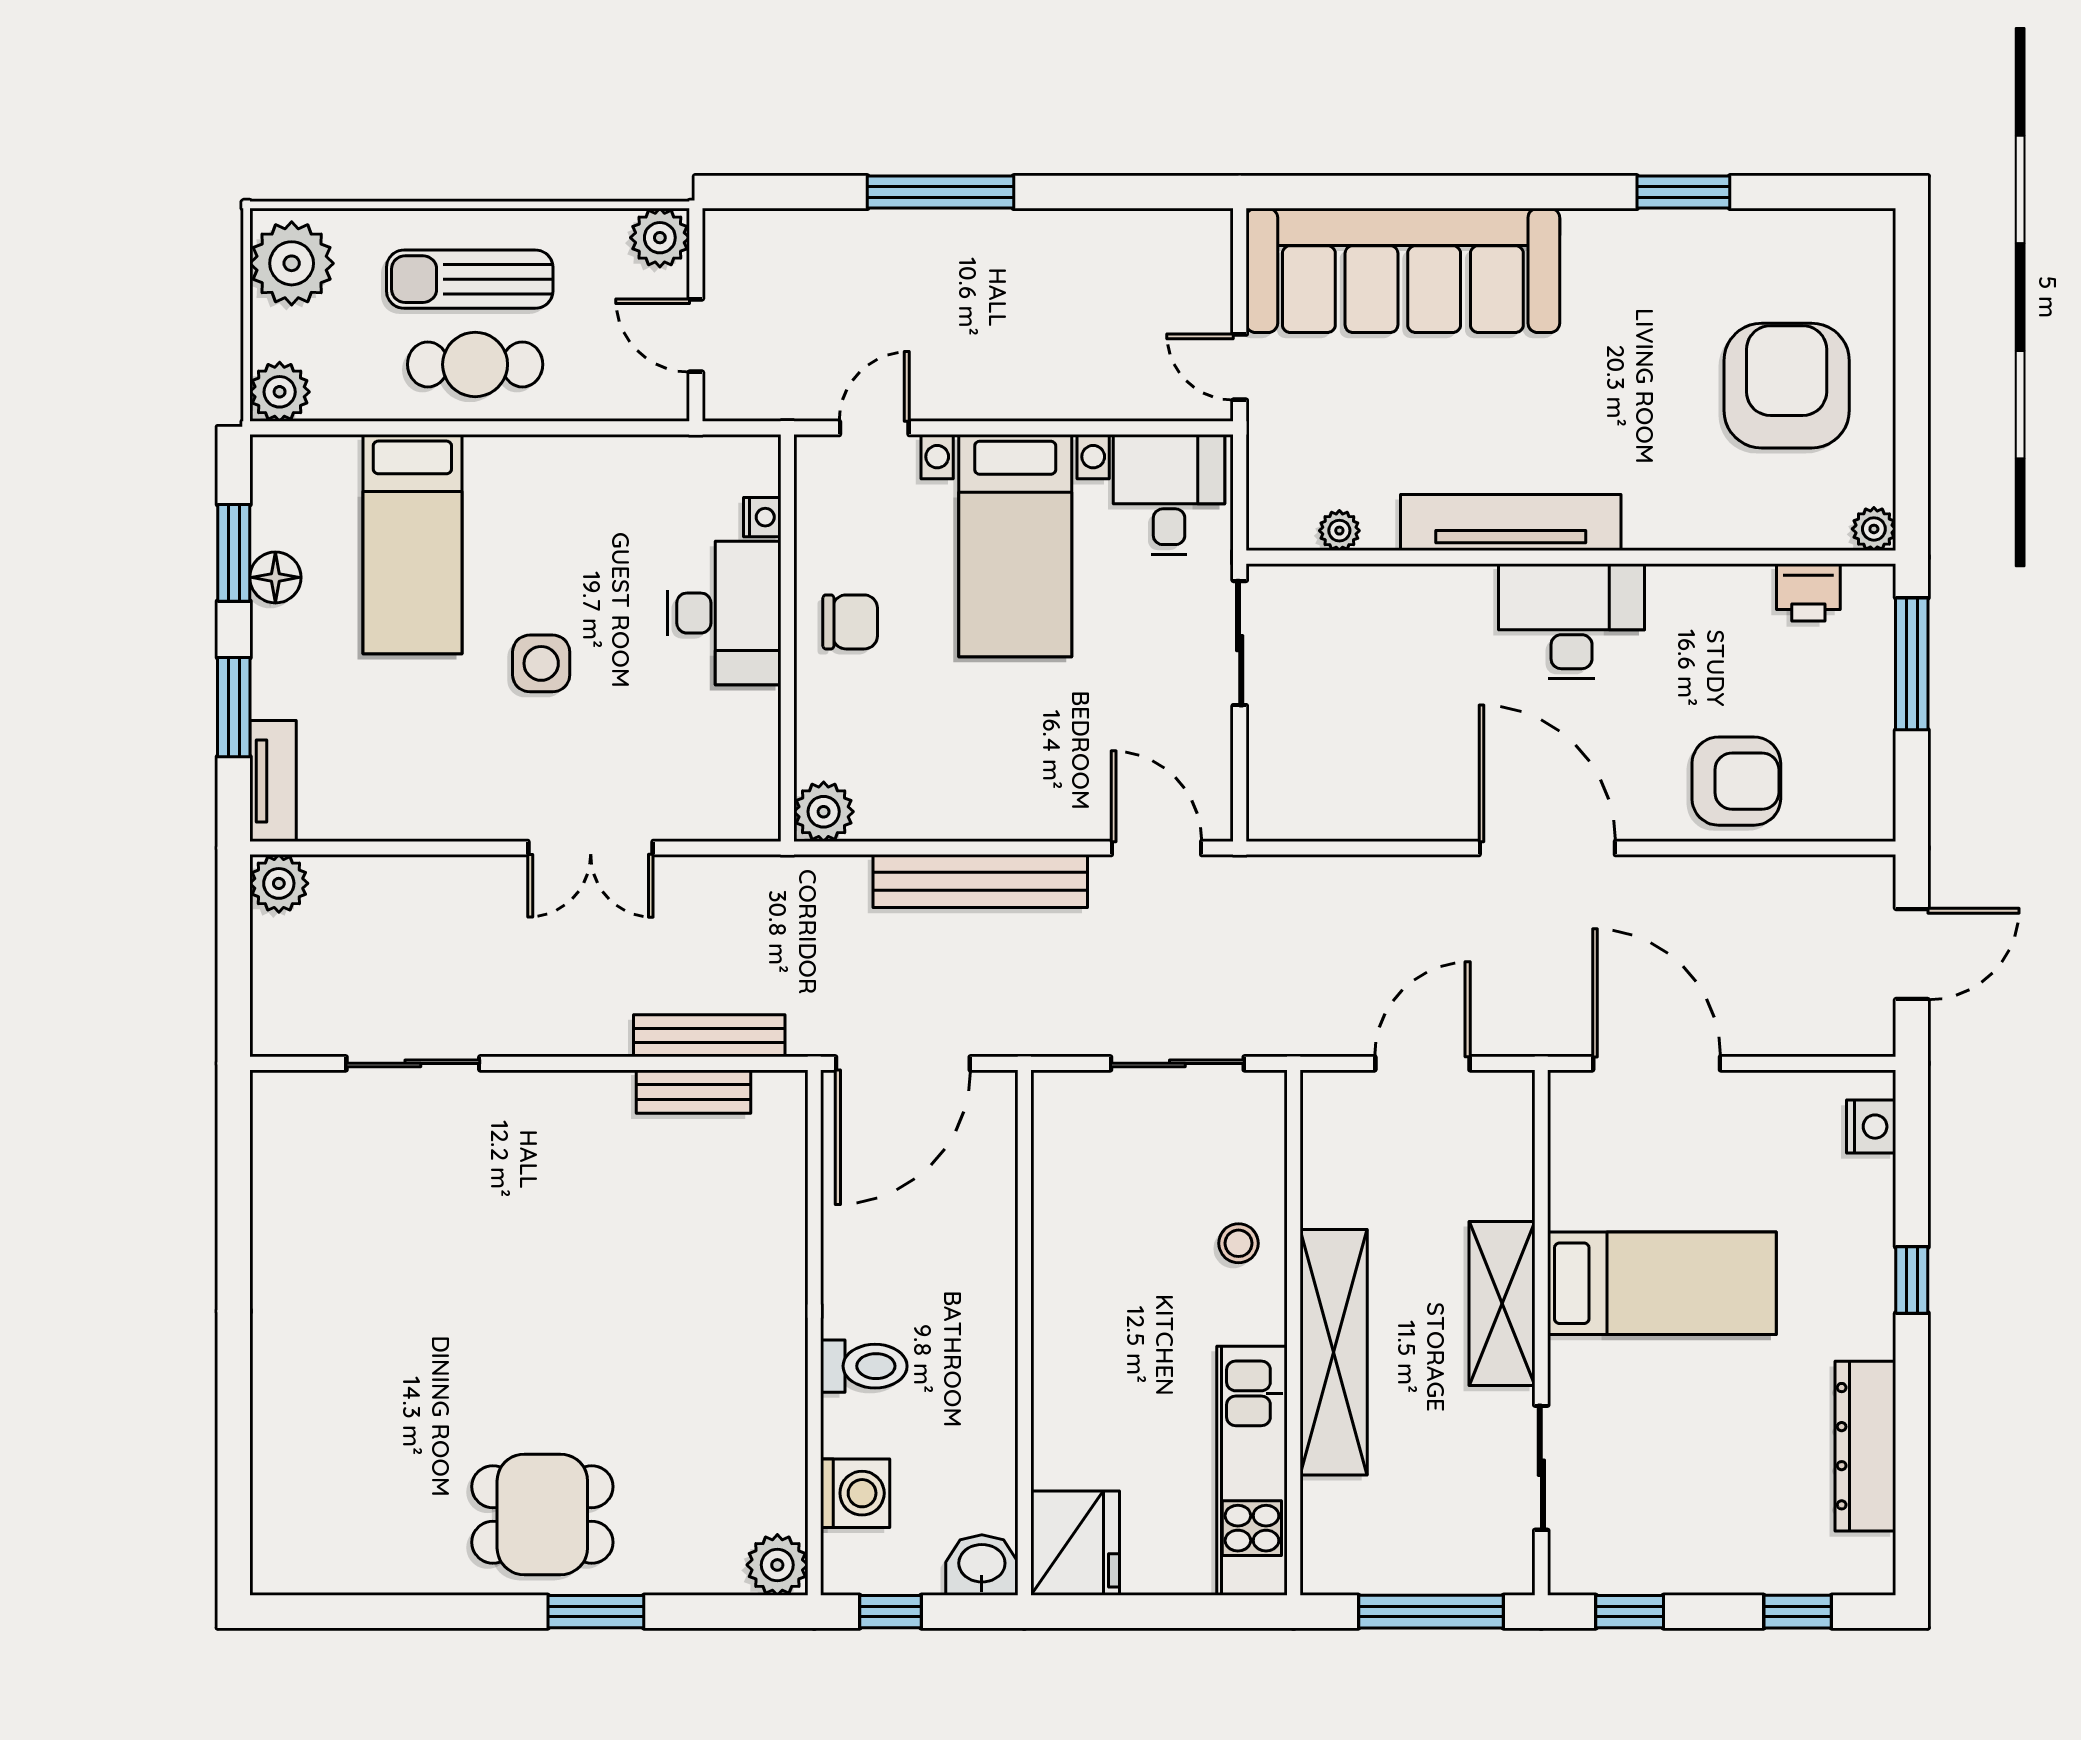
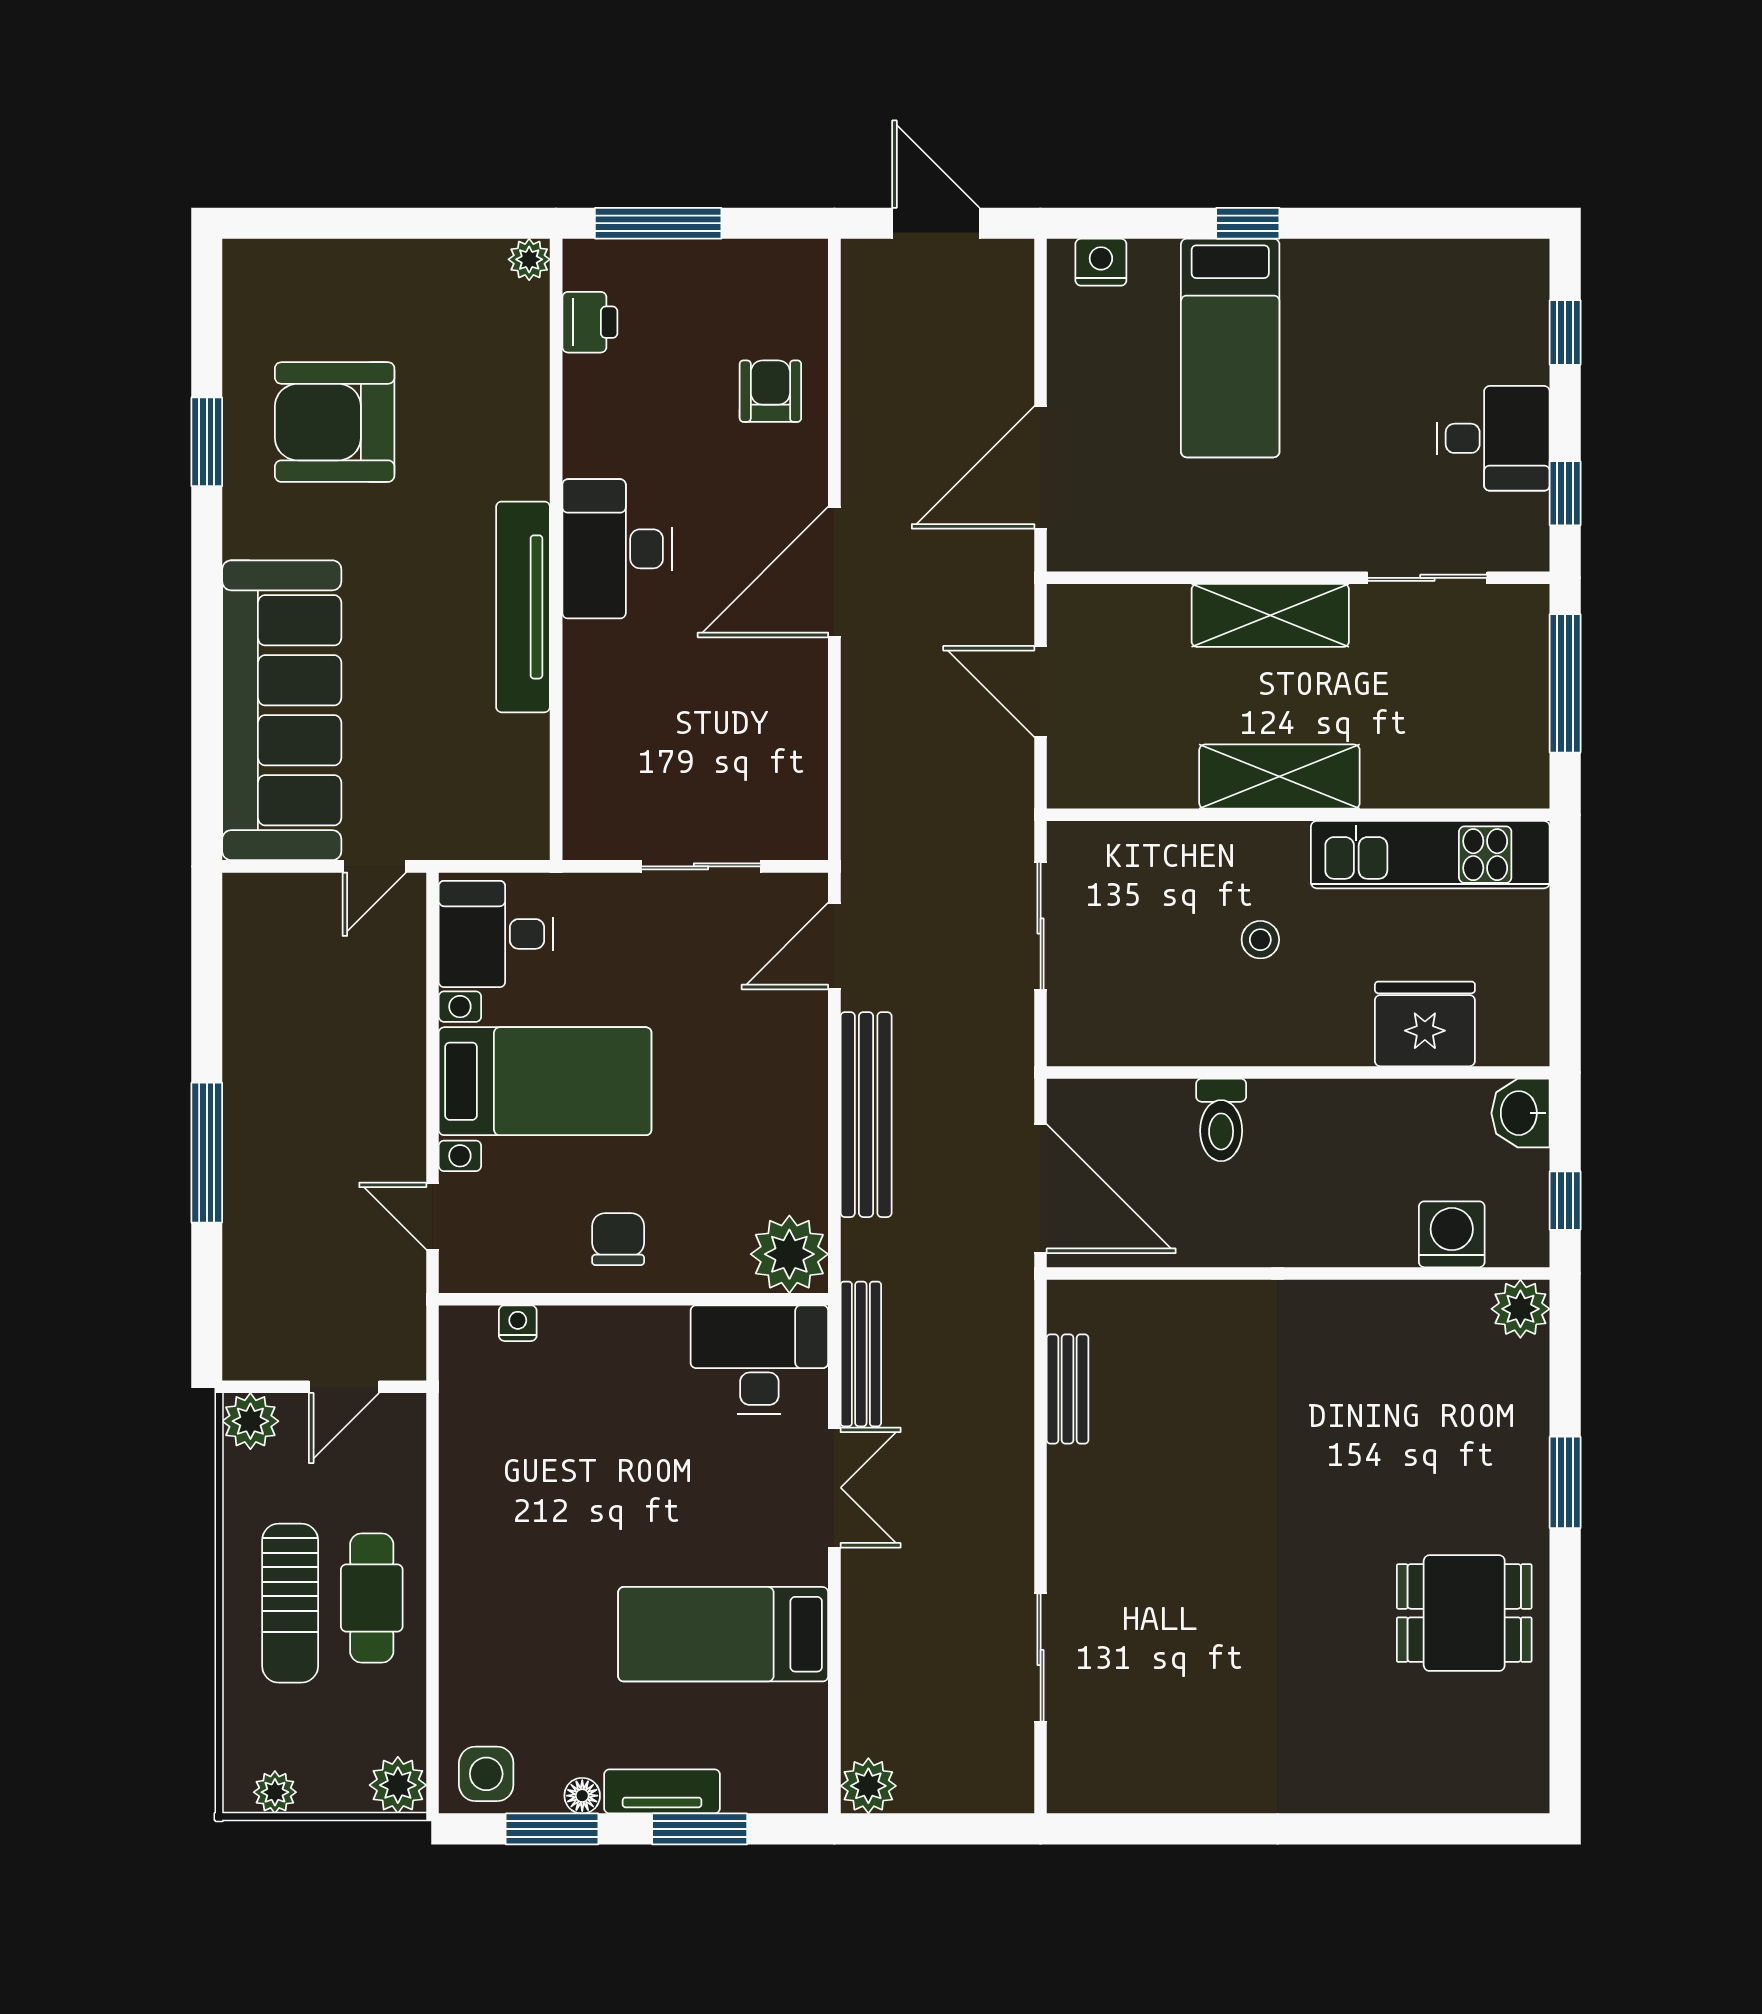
plant: (292, 263) -> (275, 1792), width x0.53, depth x0.53
armchair: (1787, 386) -> (335, 422), moved
plant: (1339, 531) -> (531, 771), removed
bed: (412, 544) -> (723, 1634), moved, turned 180
floor lamp: (275, 577) -> (582, 1796), width x0.73, depth x0.73
desk: (724, 613) -> (759, 1359), moved
sliding door: (1240, 643) -> (701, 866), moved
side table: (541, 663) -> (486, 1774), moved
tv unit: (273, 781) -> (662, 1791), moved
armchair: (1736, 781) -> (770, 391), width x0.72, depth x0.72
plant: (824, 812) -> (789, 1254), width x1.36, depth x1.36
bench: (709, 1036) -> (861, 1354), moved
stool: (1239, 1243) -> (1260, 940), moved
bed: (1662, 1283) -> (1230, 348), moved, turned 180
shelving: (1334, 1352) -> (1279, 777), width x0.68
toilet: (864, 1366) -> (1221, 1120), moved, turned 180
dresser: (1865, 1446) -> (1407, 268), removed
dining table: (542, 1514) -> (1464, 1613), moved, turned 90
desk: (1687, 1536) -> (1493, 438), added
fridge: (1075, 1543) -> (1425, 1024), moved

